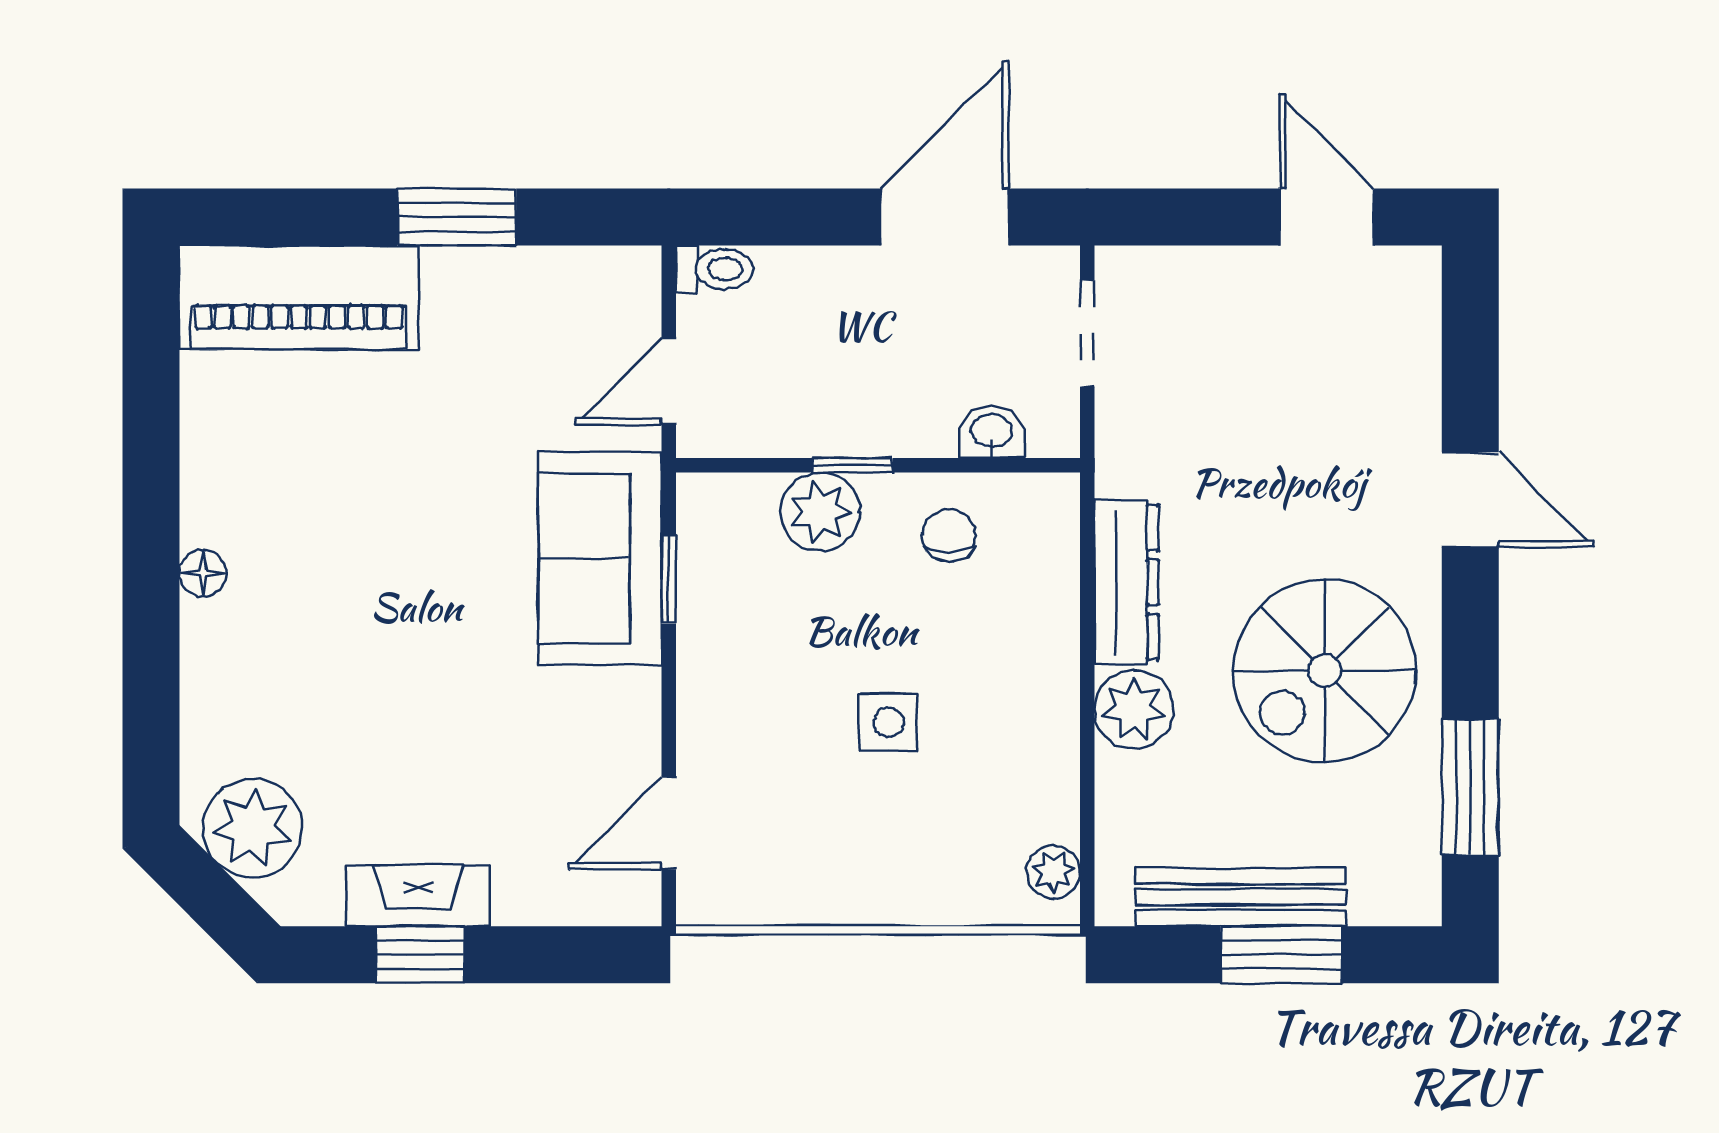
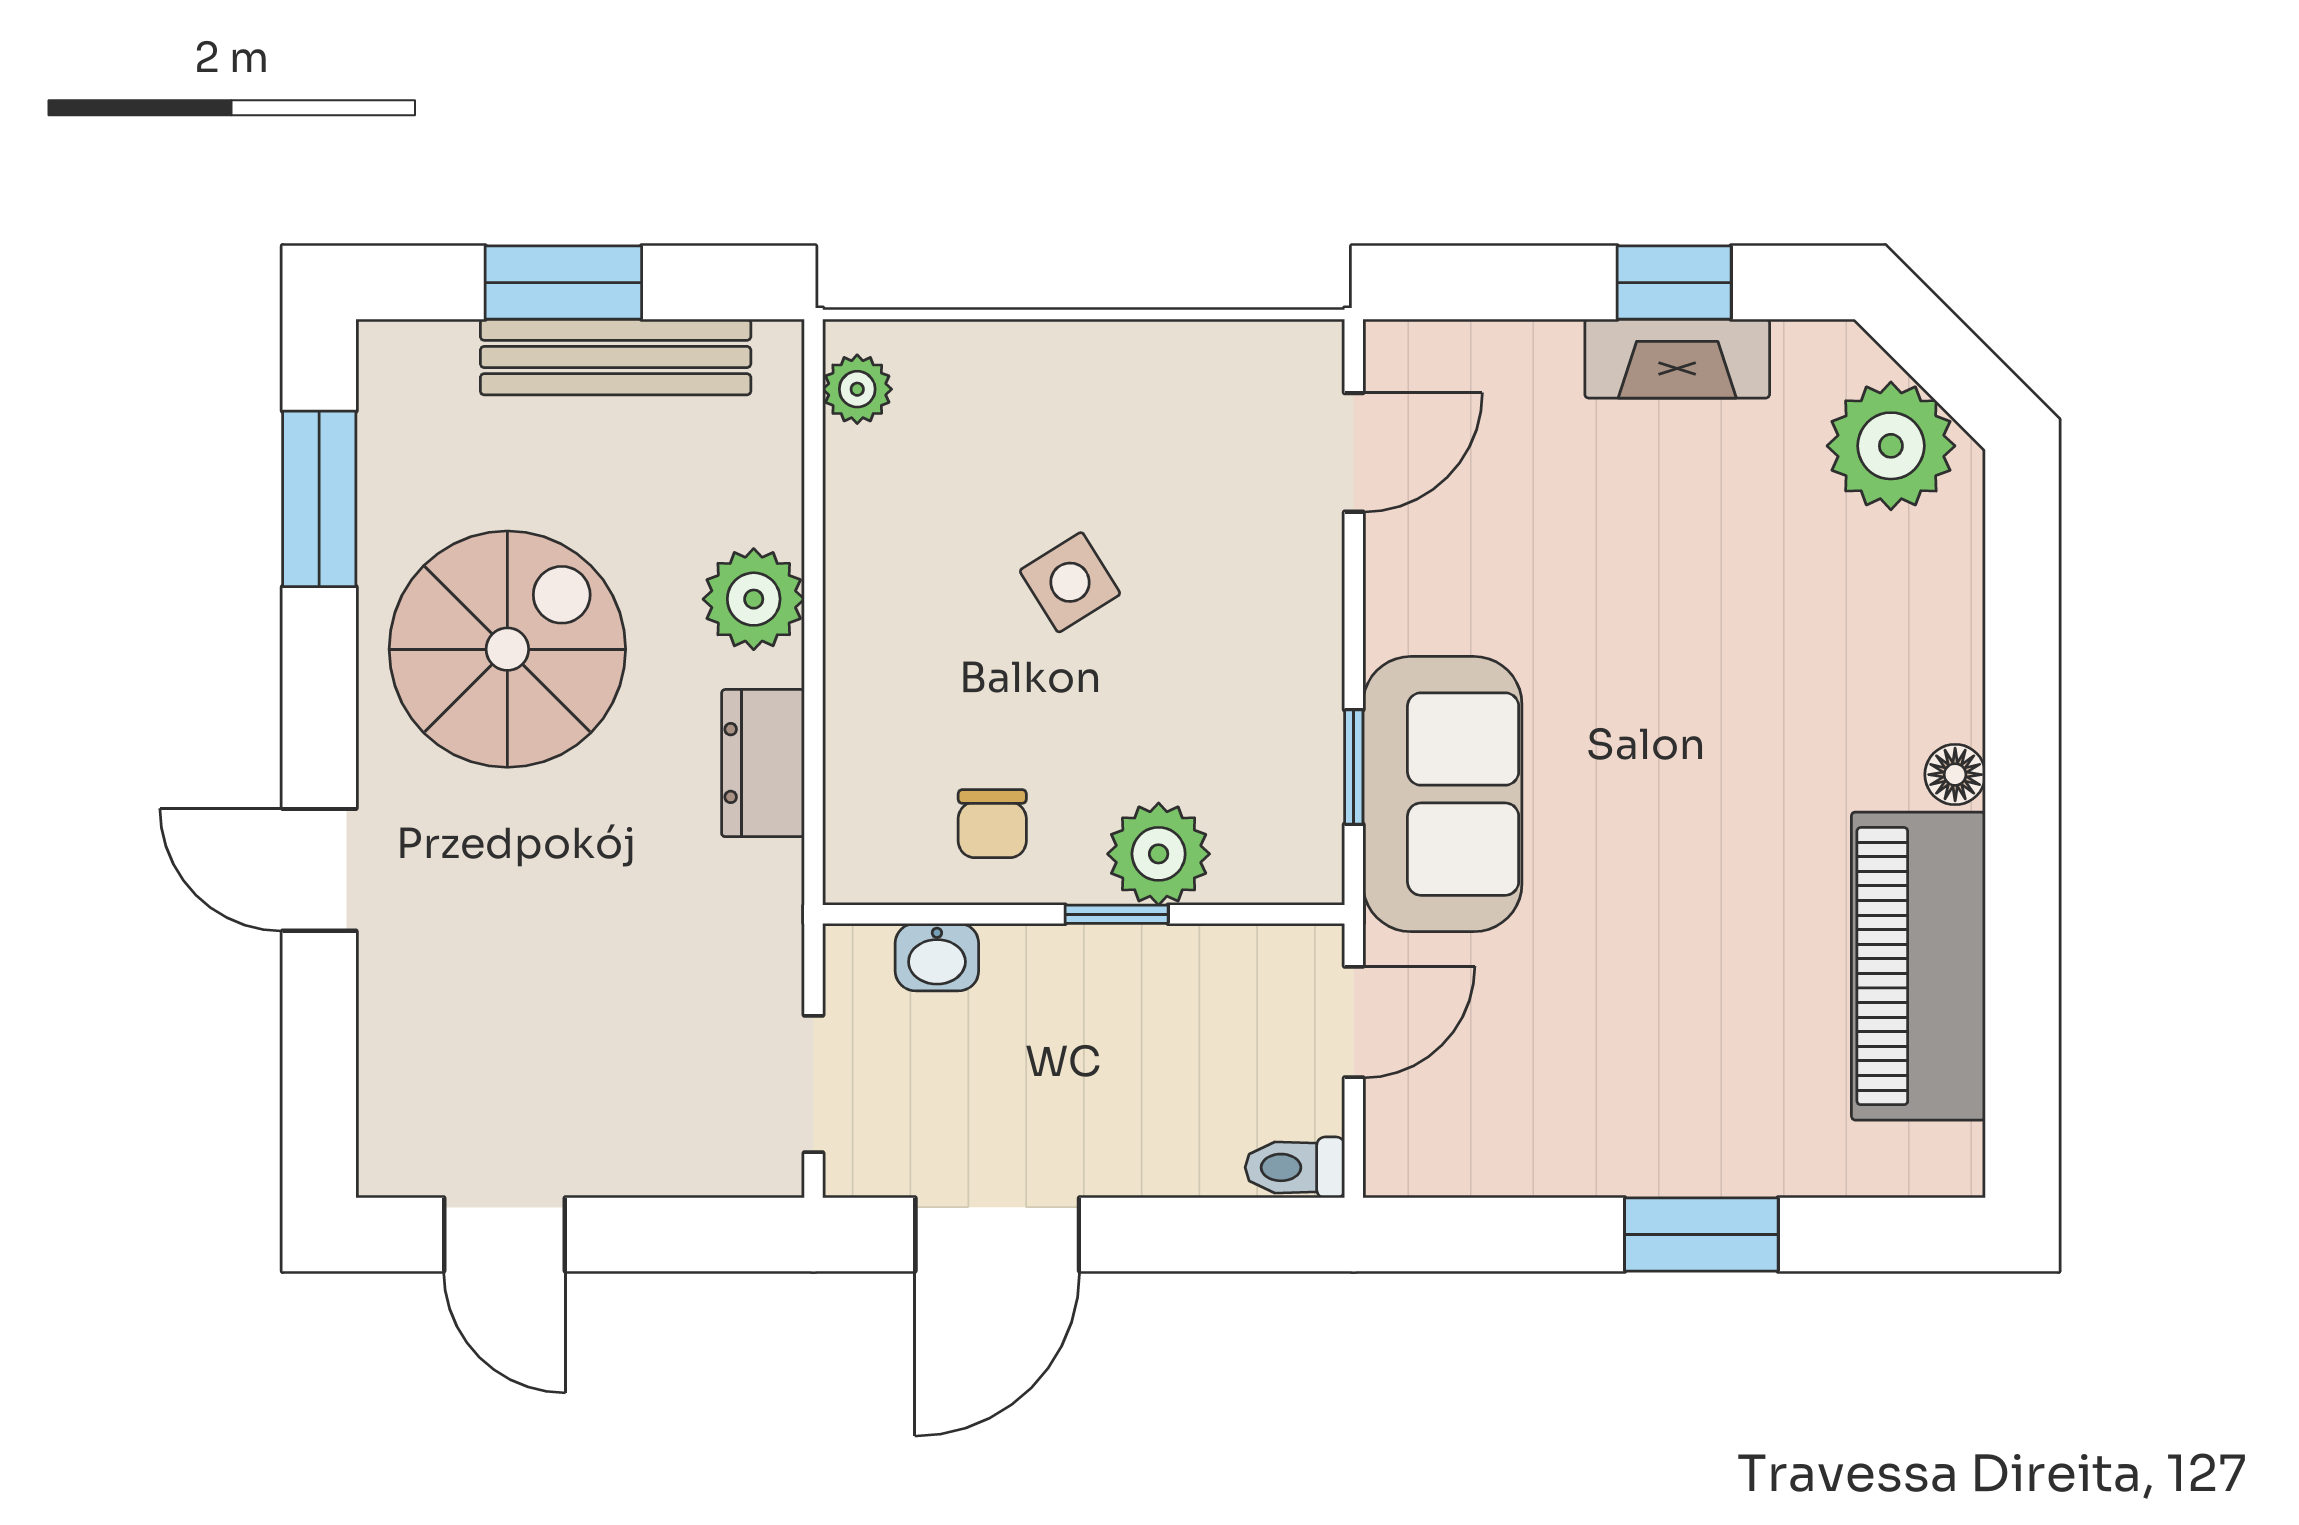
window: (457, 217) -> (1701, 1235), moved
piano: (299, 297) -> (1918, 966), moved, turned -90
dresser: (1126, 582) -> (763, 763), width x0.70
side table: (889, 722) -> (1070, 582), turned -32

